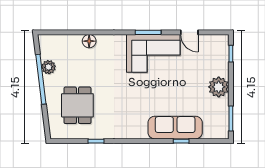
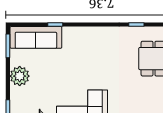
sofa: (175, 128) -> (36, 37), moved

